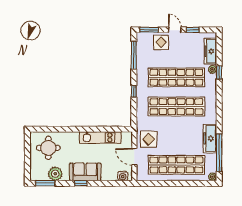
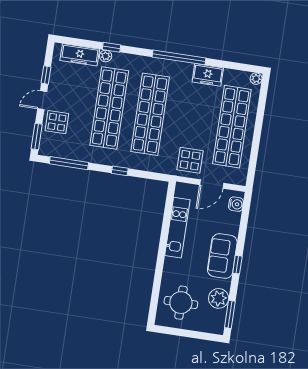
freezer: (210, 138) -> (208, 75), width x0.71
window: (219, 153) -> (179, 57), moved

